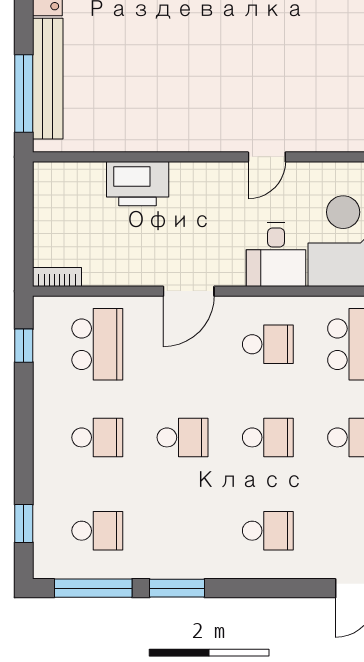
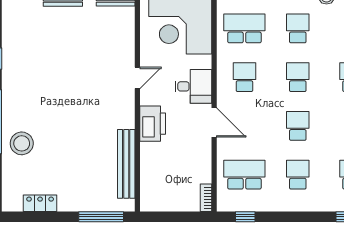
bench: (48, 79) -> (126, 164), moved, turned 90
door: (267, 157) -> (137, 78), hinge flipped
printer: (138, 184) -> (153, 124), moved
desk: (276, 255) -> (193, 86), moved

